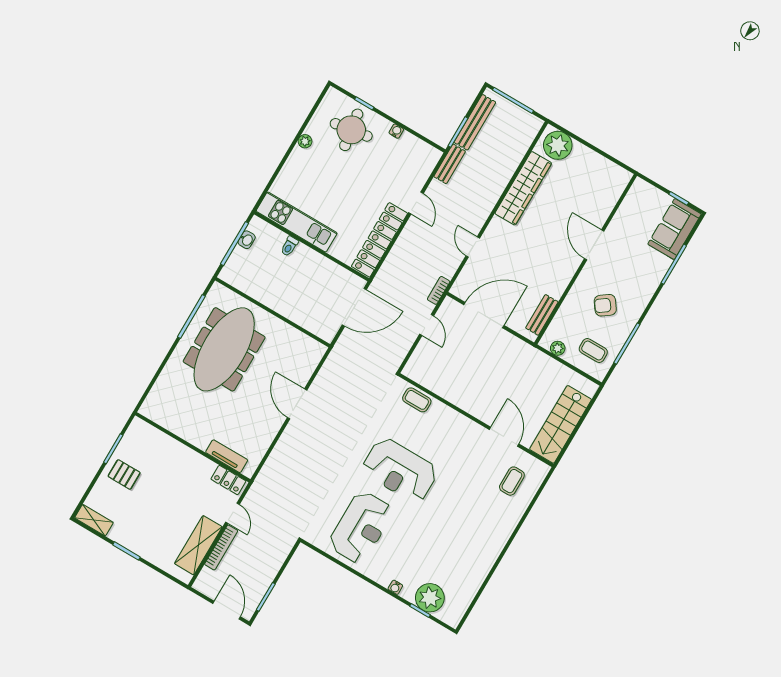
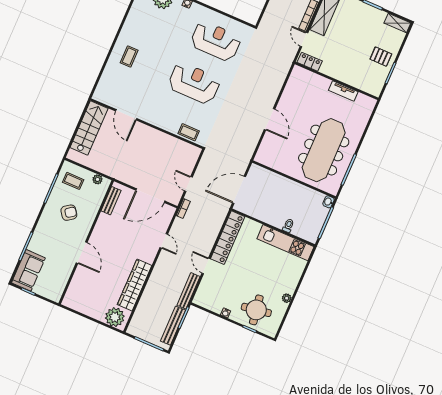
bench: (450, 164) -> (188, 291), width x1.36
washbasin: (247, 240) -> (328, 202), moved
tv unit: (227, 456) -> (343, 91), moved
coffee table: (512, 481) -> (129, 57), moved
reception desk: (361, 527) -> (216, 41), turned 90

